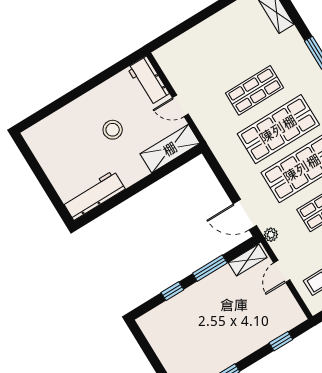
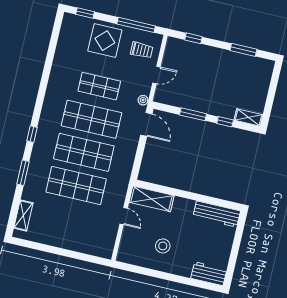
workbench: (148, 81) -> (209, 274), moved, turned -90
shop shelf: (254, 90) -> (76, 185), width x1.43, depth x1.36
stool: (113, 130) -> (163, 246), moved
shelving: (248, 260) -> (248, 117), moved

